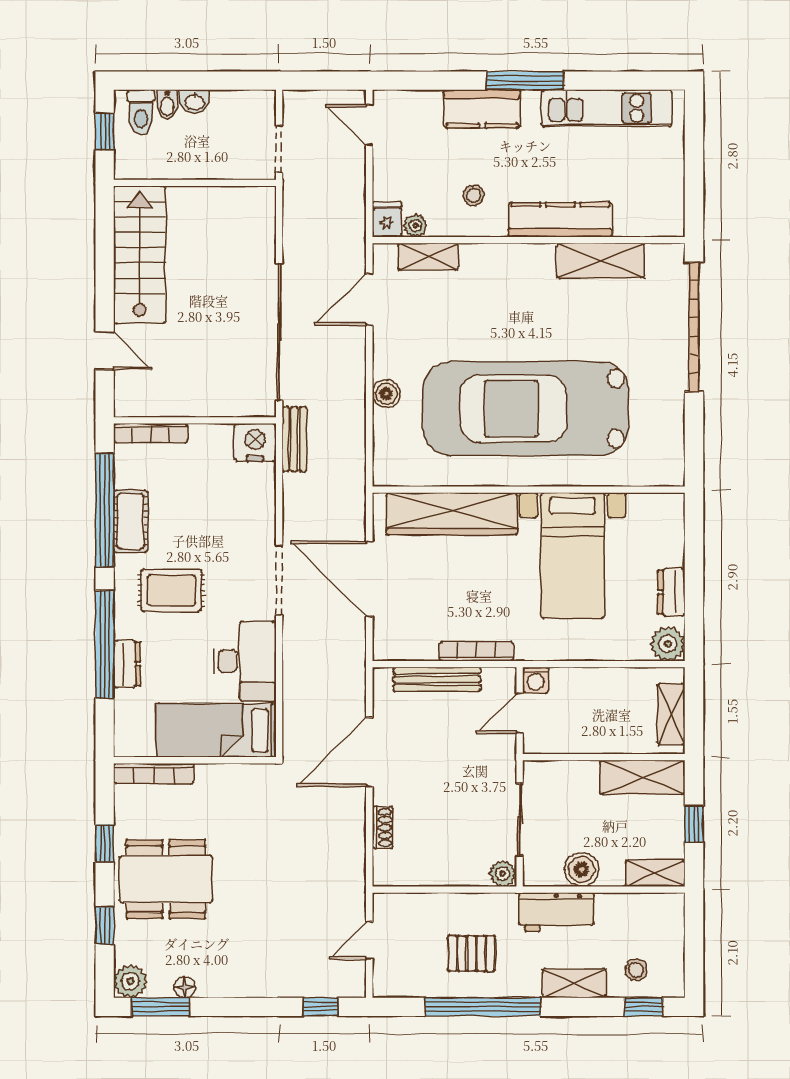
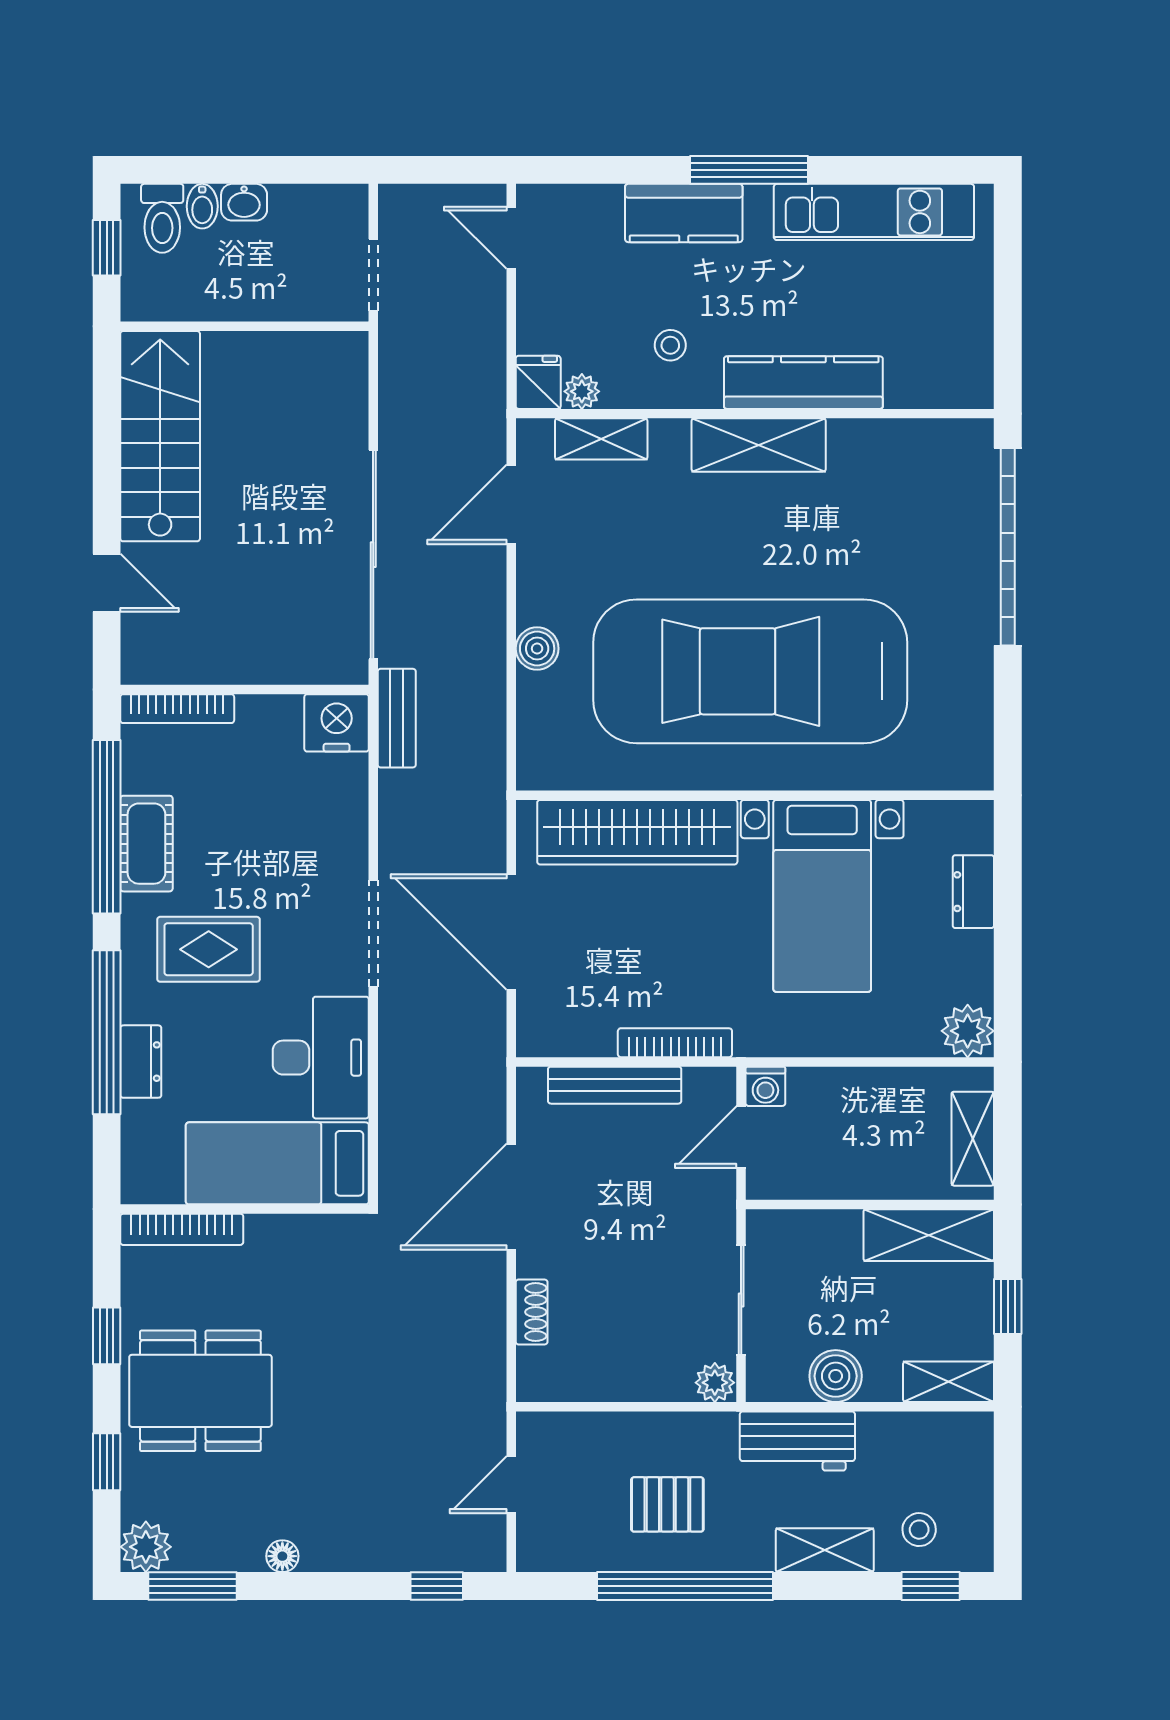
shelving: (601, 261) -> (759, 445), moved
dresser: (672, 592) -> (973, 892), moved
floor lamp: (185, 987) -> (282, 1556), moved

